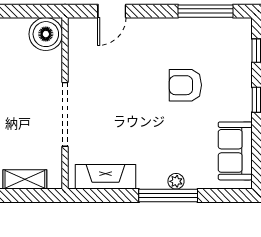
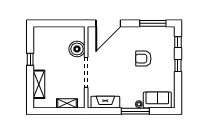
door: (112, 11) -> (108, 23), width x1.87
boiler: (46, 34) -> (77, 49), moved
sofa: (235, 151) -> (157, 100), moved, turned 90

